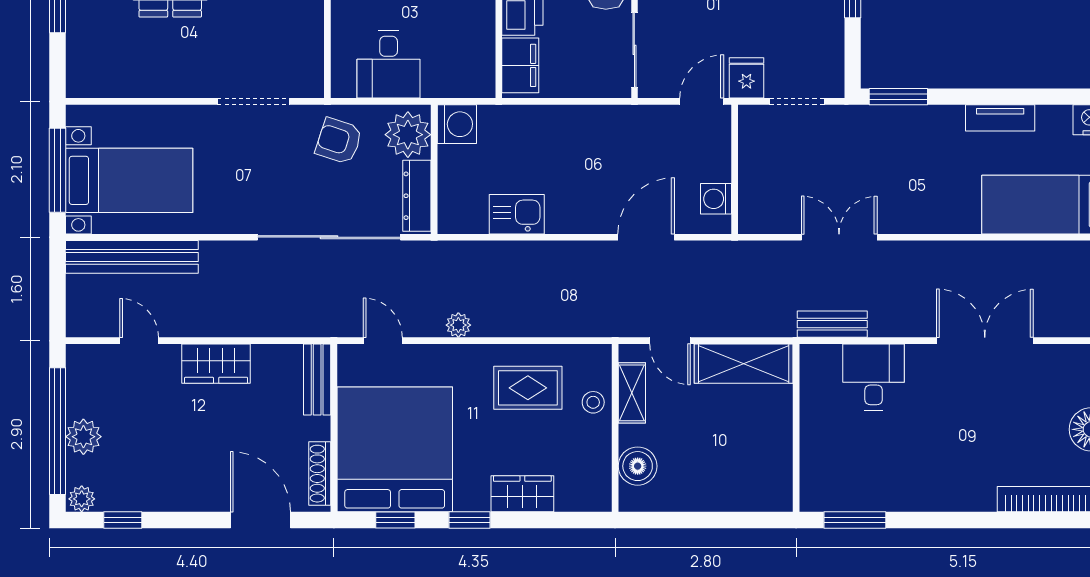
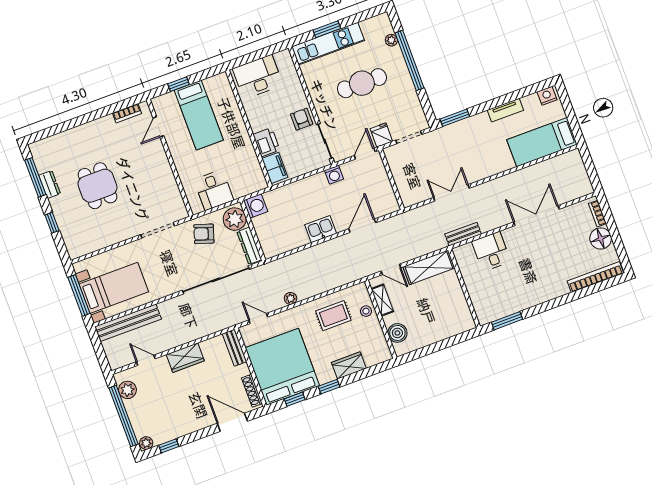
washing machine: (716, 199) -> (334, 175), moved, turned -90
kitchen sink: (517, 214) -> (321, 229), moved
plant: (83, 437) -> (127, 390), moved

